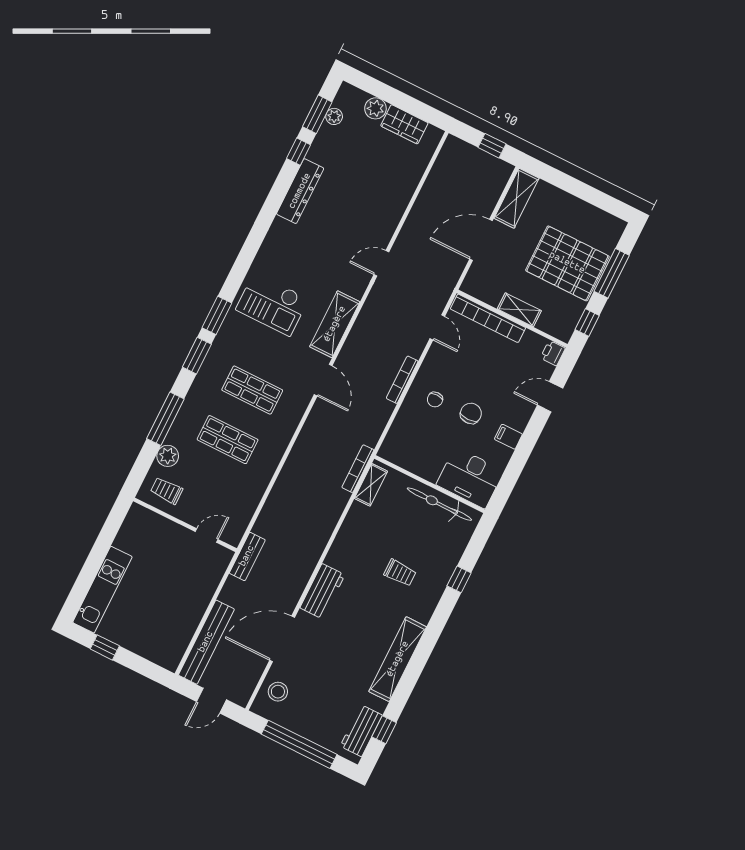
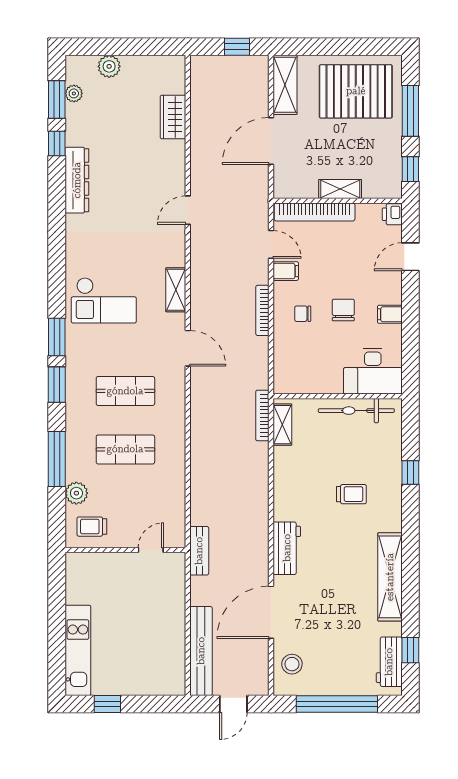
wardrobe: (404, 124) -> (173, 117), moved, turned 90
pallet: (567, 263) -> (356, 91), moved
shelving: (335, 324) -> (176, 290), width x0.67, depth x0.75
filing cabinet: (439, 356) -> (286, 271), added
chair: (435, 399) -> (303, 314), turned 90

